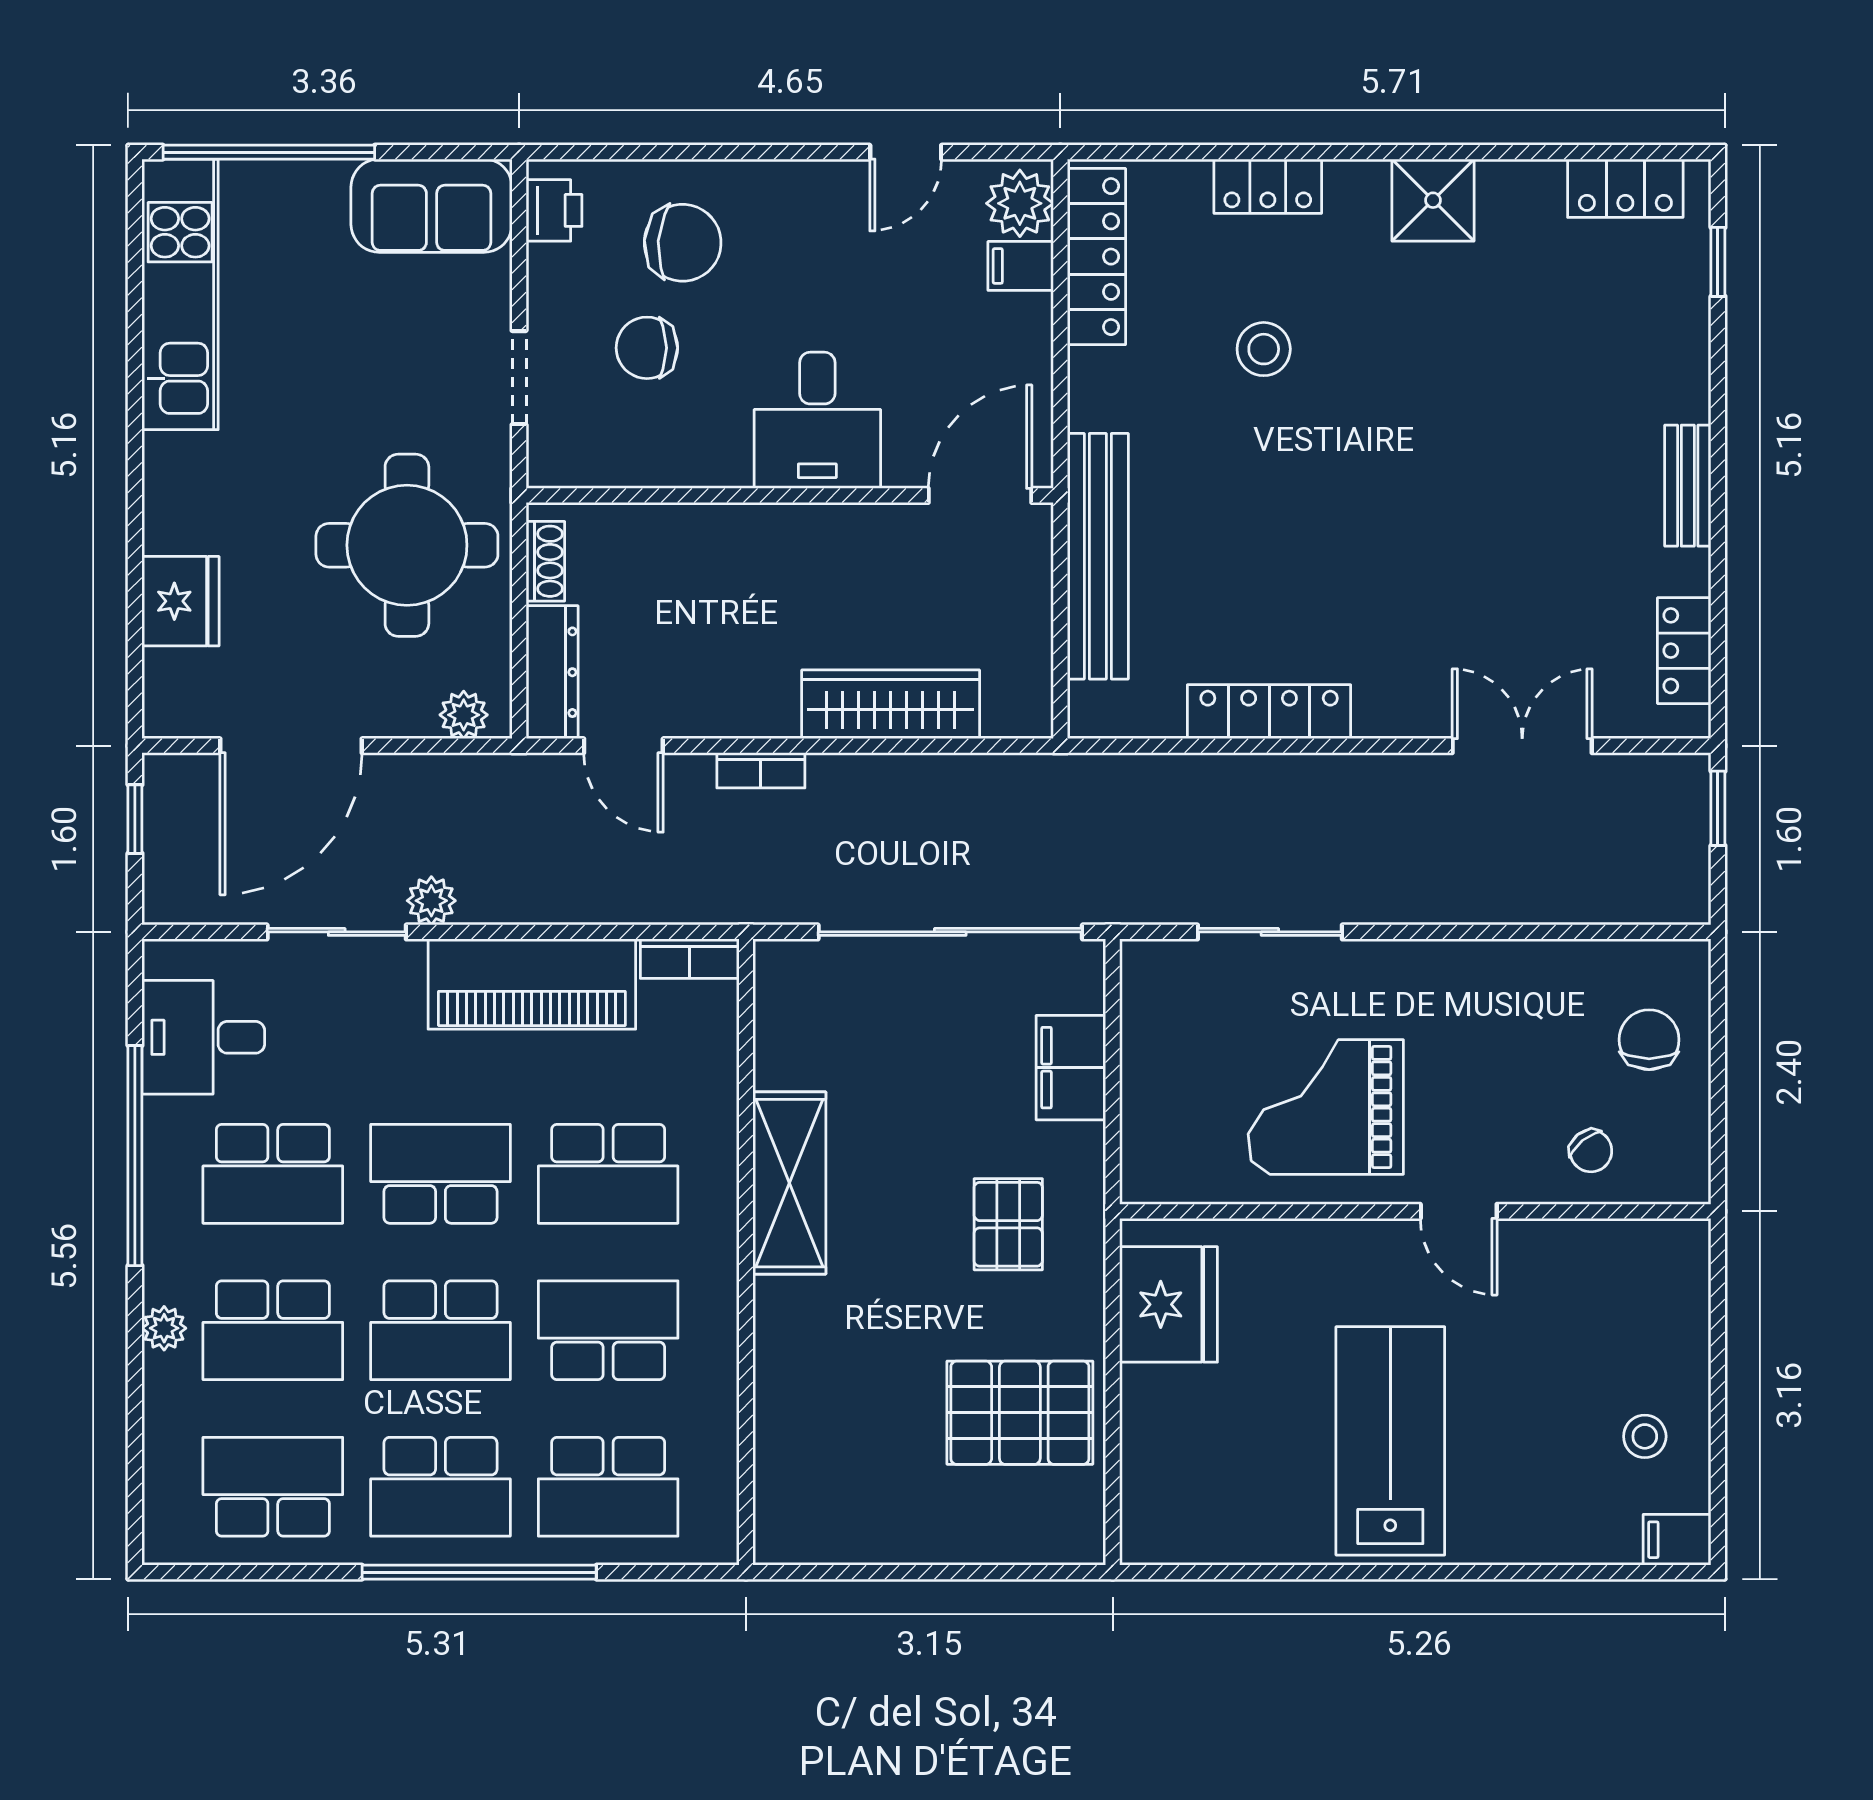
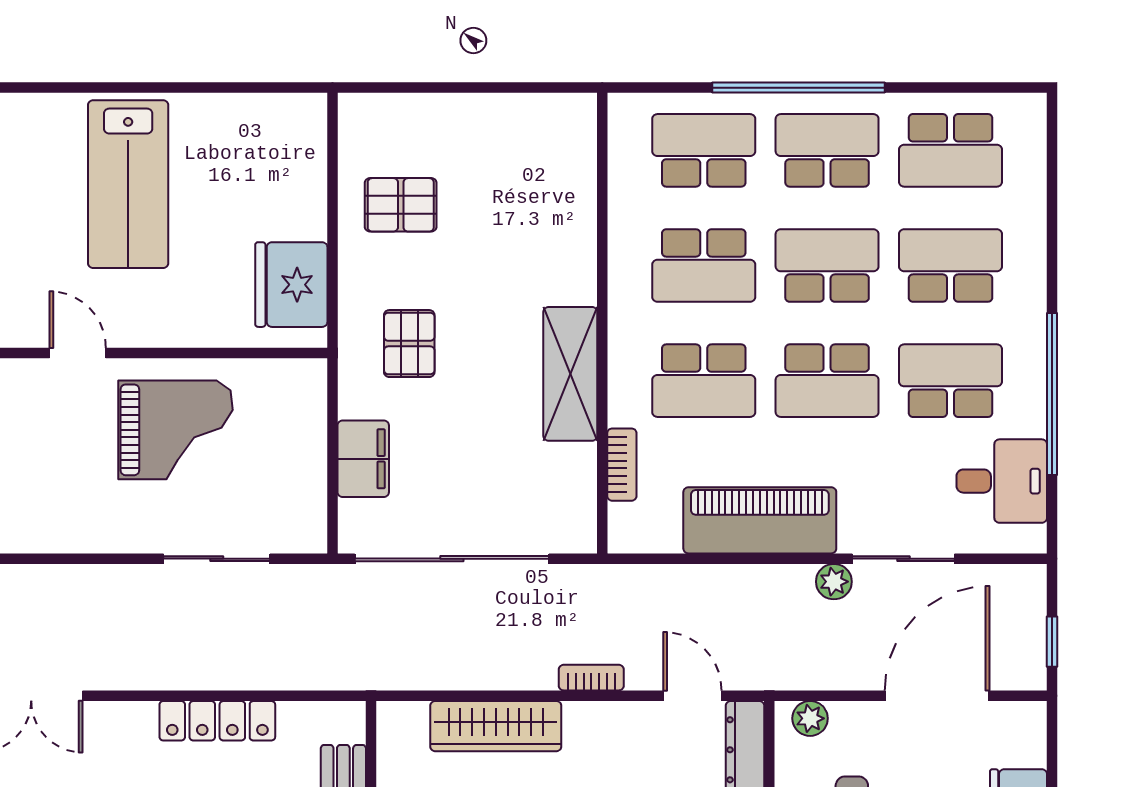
bookcase: (690, 959) -> (622, 465), moved, turned 90
school desk: (608, 1174) -> (704, 381), turned 180
plant: (164, 1328) -> (1031, 267), removed
pallet: (1020, 1413) -> (401, 205), width x0.67, depth x0.71

